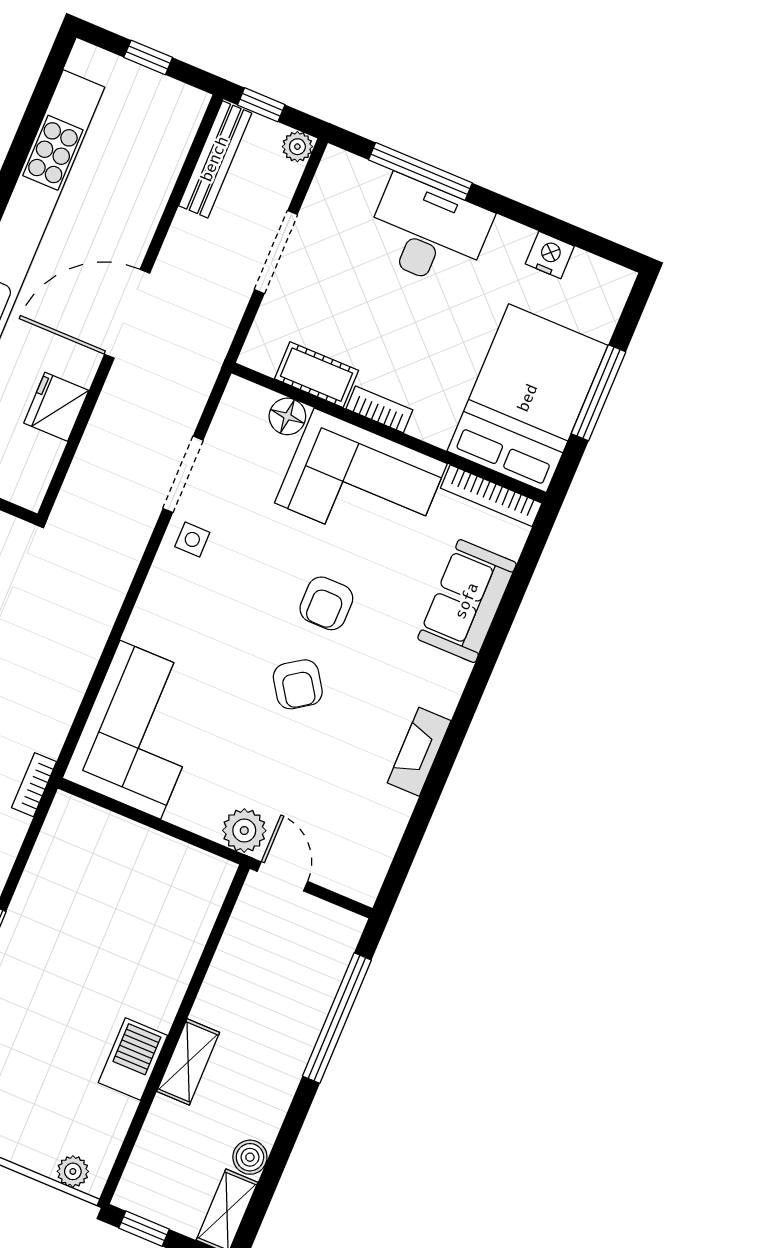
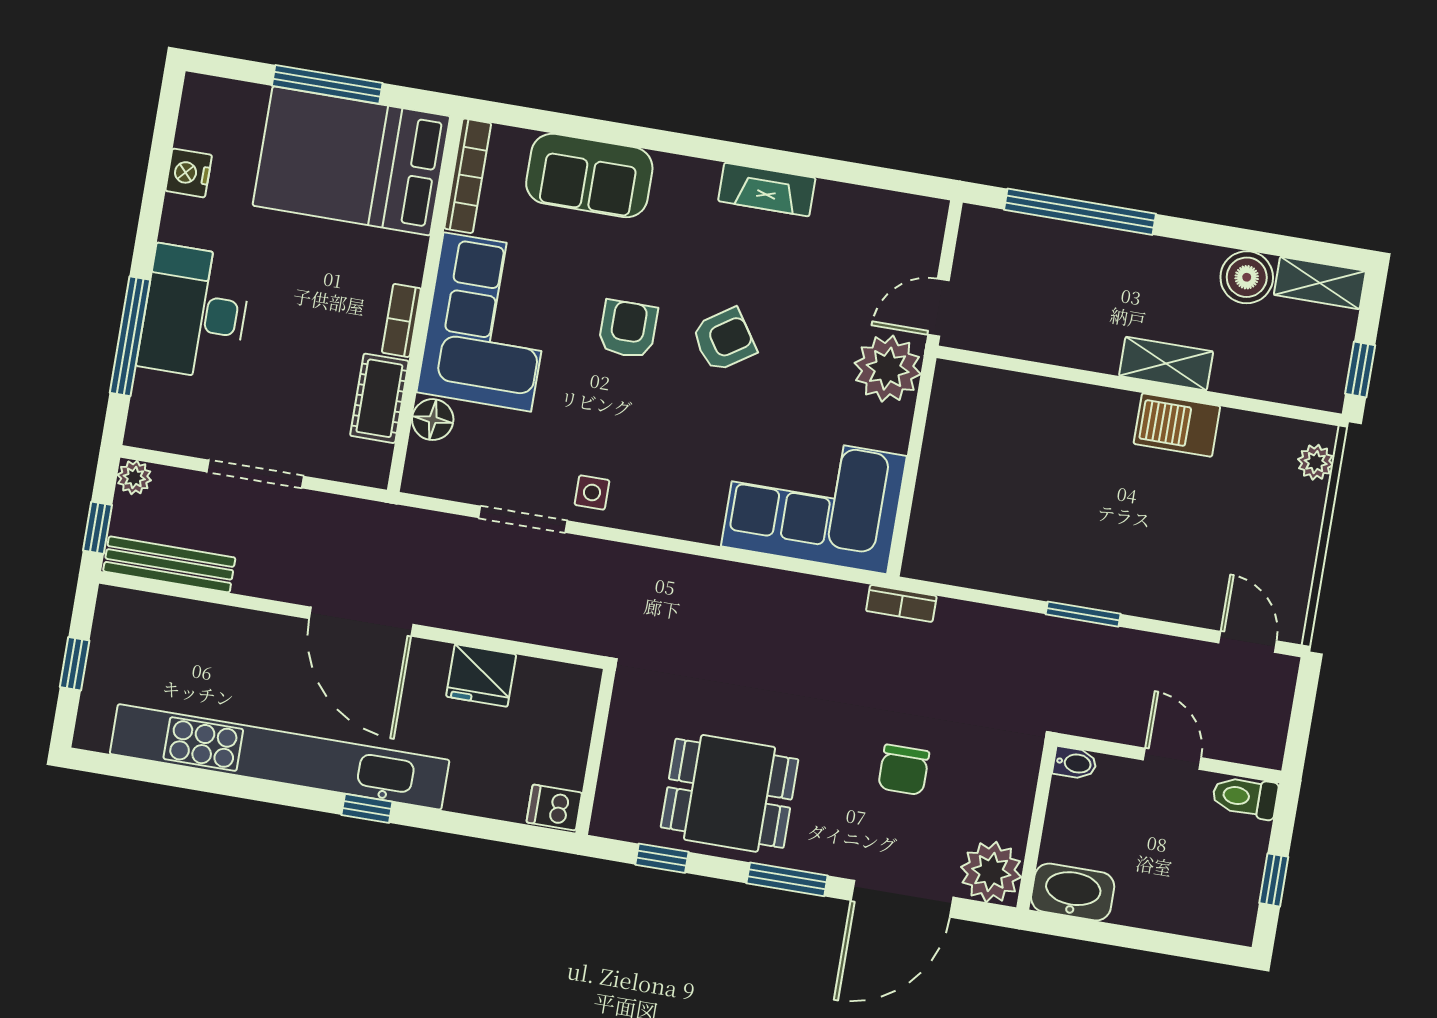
armchair: (326, 603) -> (628, 329), turned -90
plant: (244, 831) -> (888, 369), width x1.36, depth x1.36
boiler: (250, 1157) -> (1247, 277), width x1.36, depth x1.36

